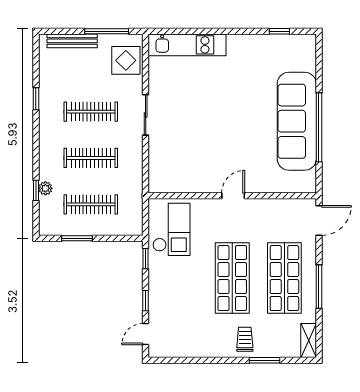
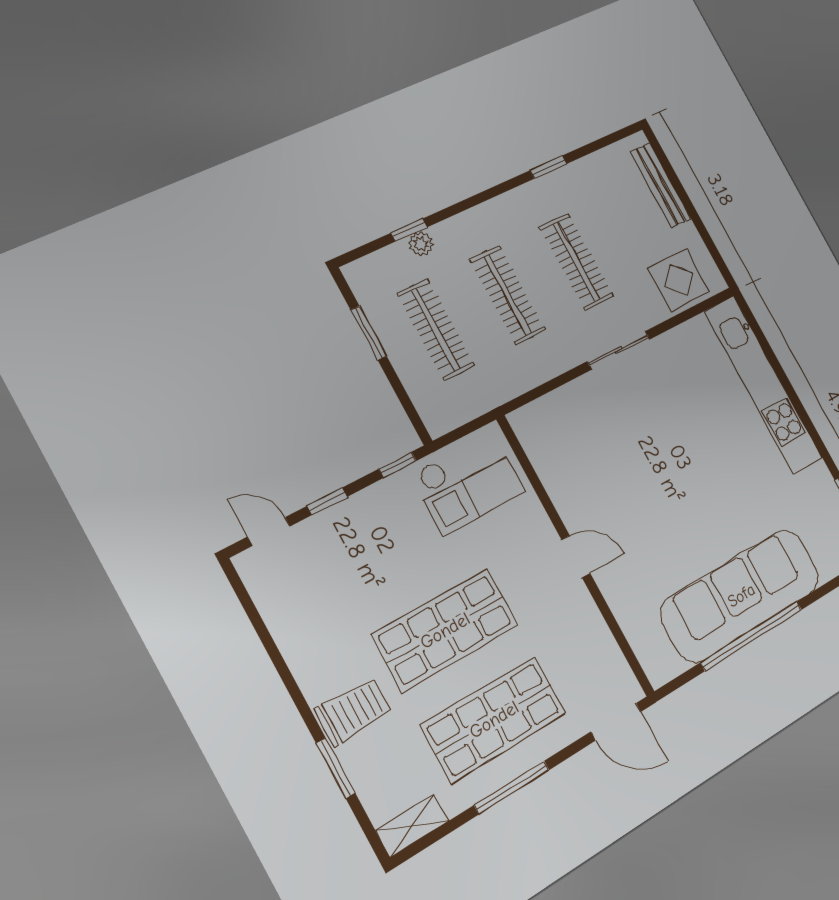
window: (107, 31) -> (702, 231), removed
kitchen unit: (187, 45) -> (763, 385), width x1.36
trolley: (245, 339) -> (354, 711), width x1.36, depth x1.39

